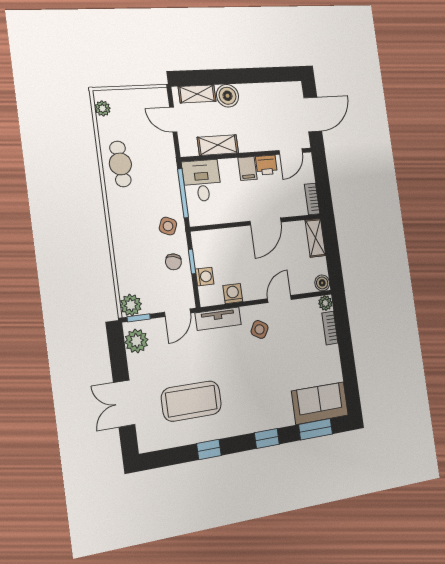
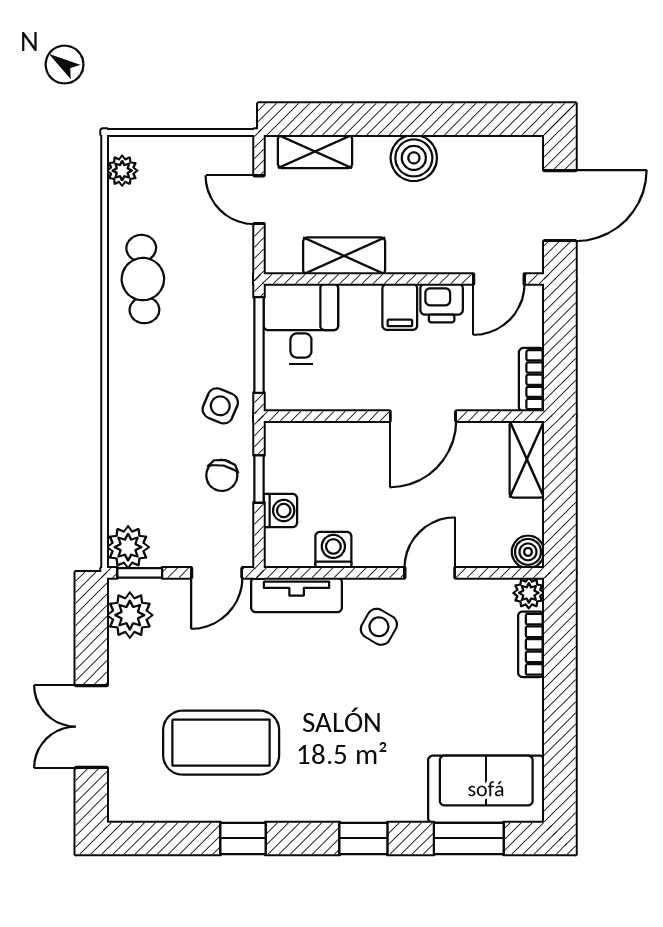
boiler: (228, 96) -> (414, 158), moved

